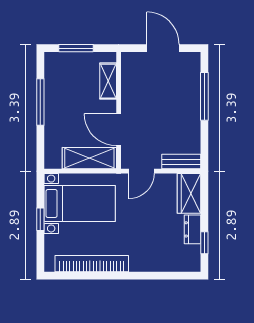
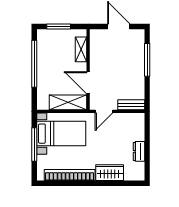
window: (40, 102) -> (34, 64), width x1.46
wardrobe: (189, 193) -> (110, 173), moved, turned 90
window: (40, 219) -> (34, 144), width x2.17
window: (204, 243) -> (147, 161), removed

